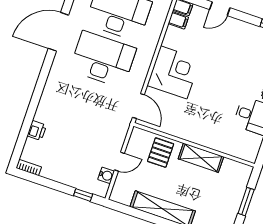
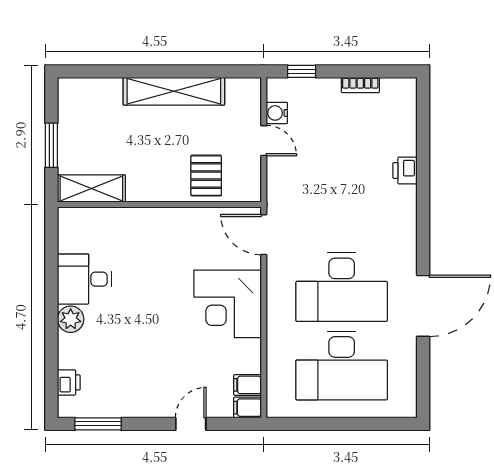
printer: (37, 131) -> (405, 170), moved
shelving: (201, 158) -> (91, 189), moved
door: (119, 162) -> (264, 141), swing flipped
bookcase: (29, 167) -> (360, 85), moved

